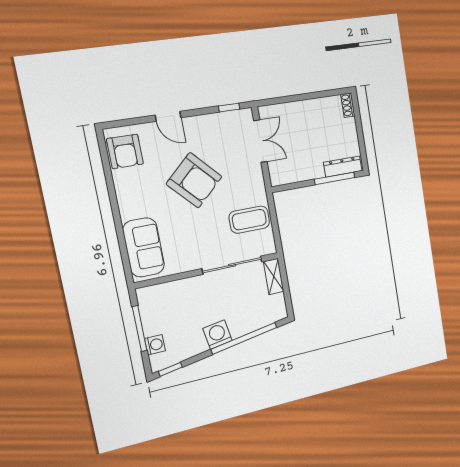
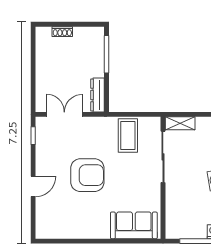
shoe rack: (348, 105) -> (62, 32), moved
armchair: (125, 151) -> (56, 225), removed
dresser: (343, 167) -> (98, 95), moved
armchair: (194, 180) -> (87, 175), turned 43

